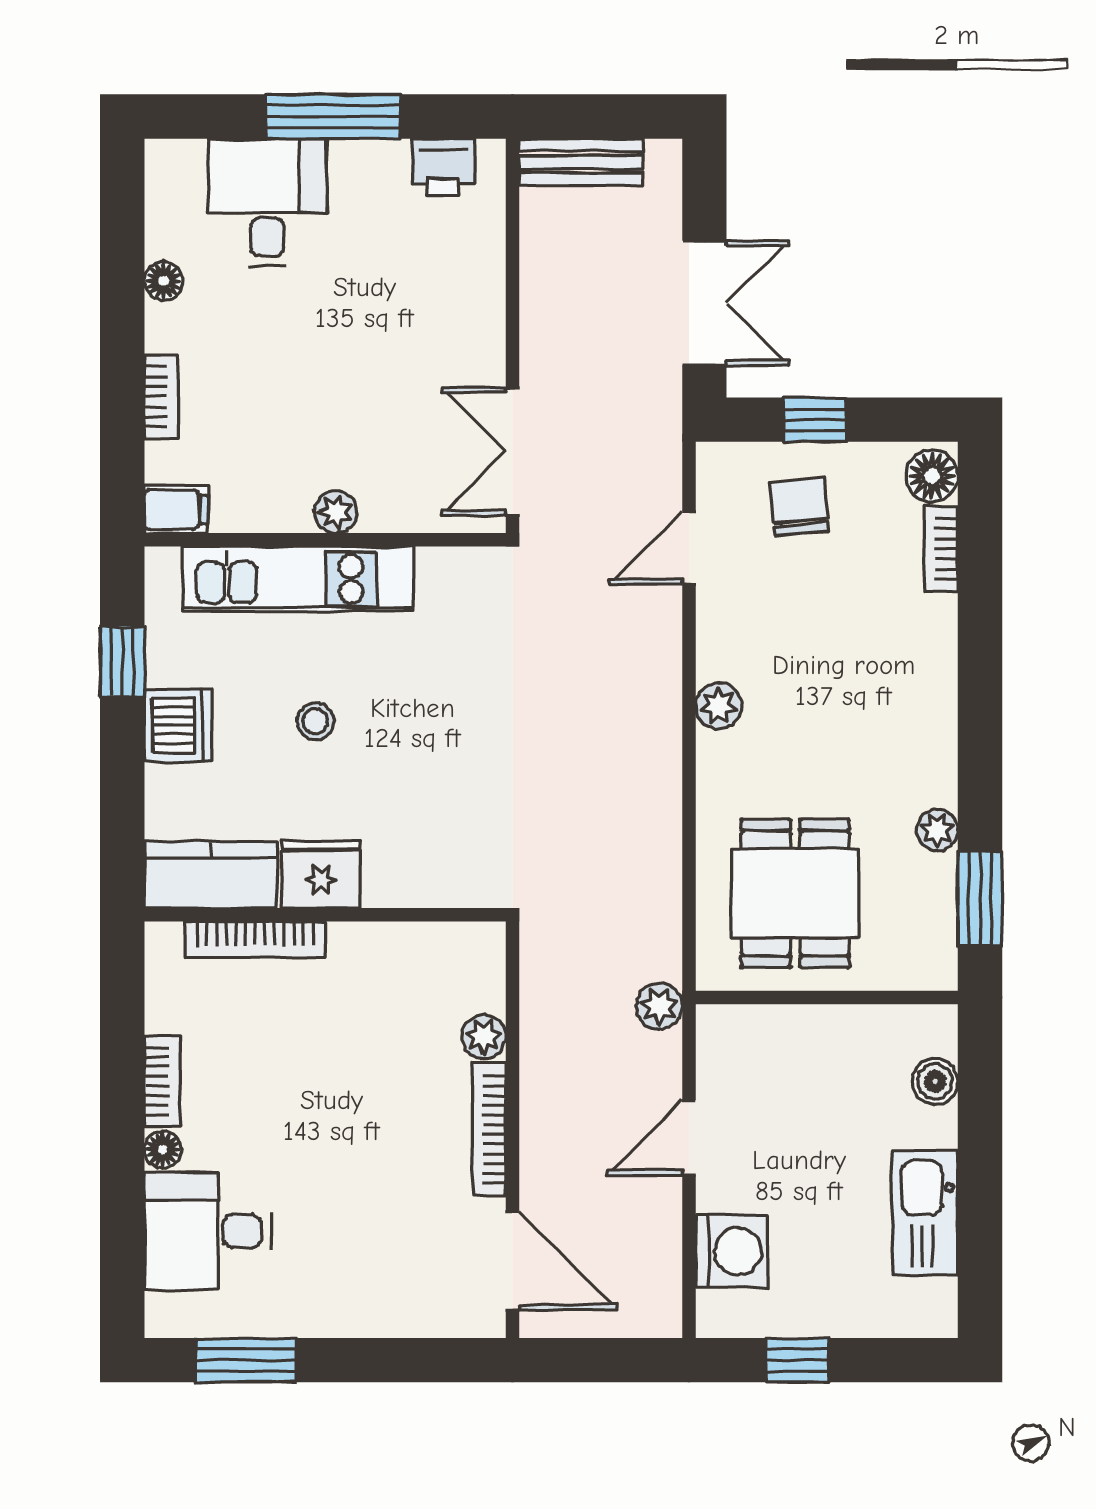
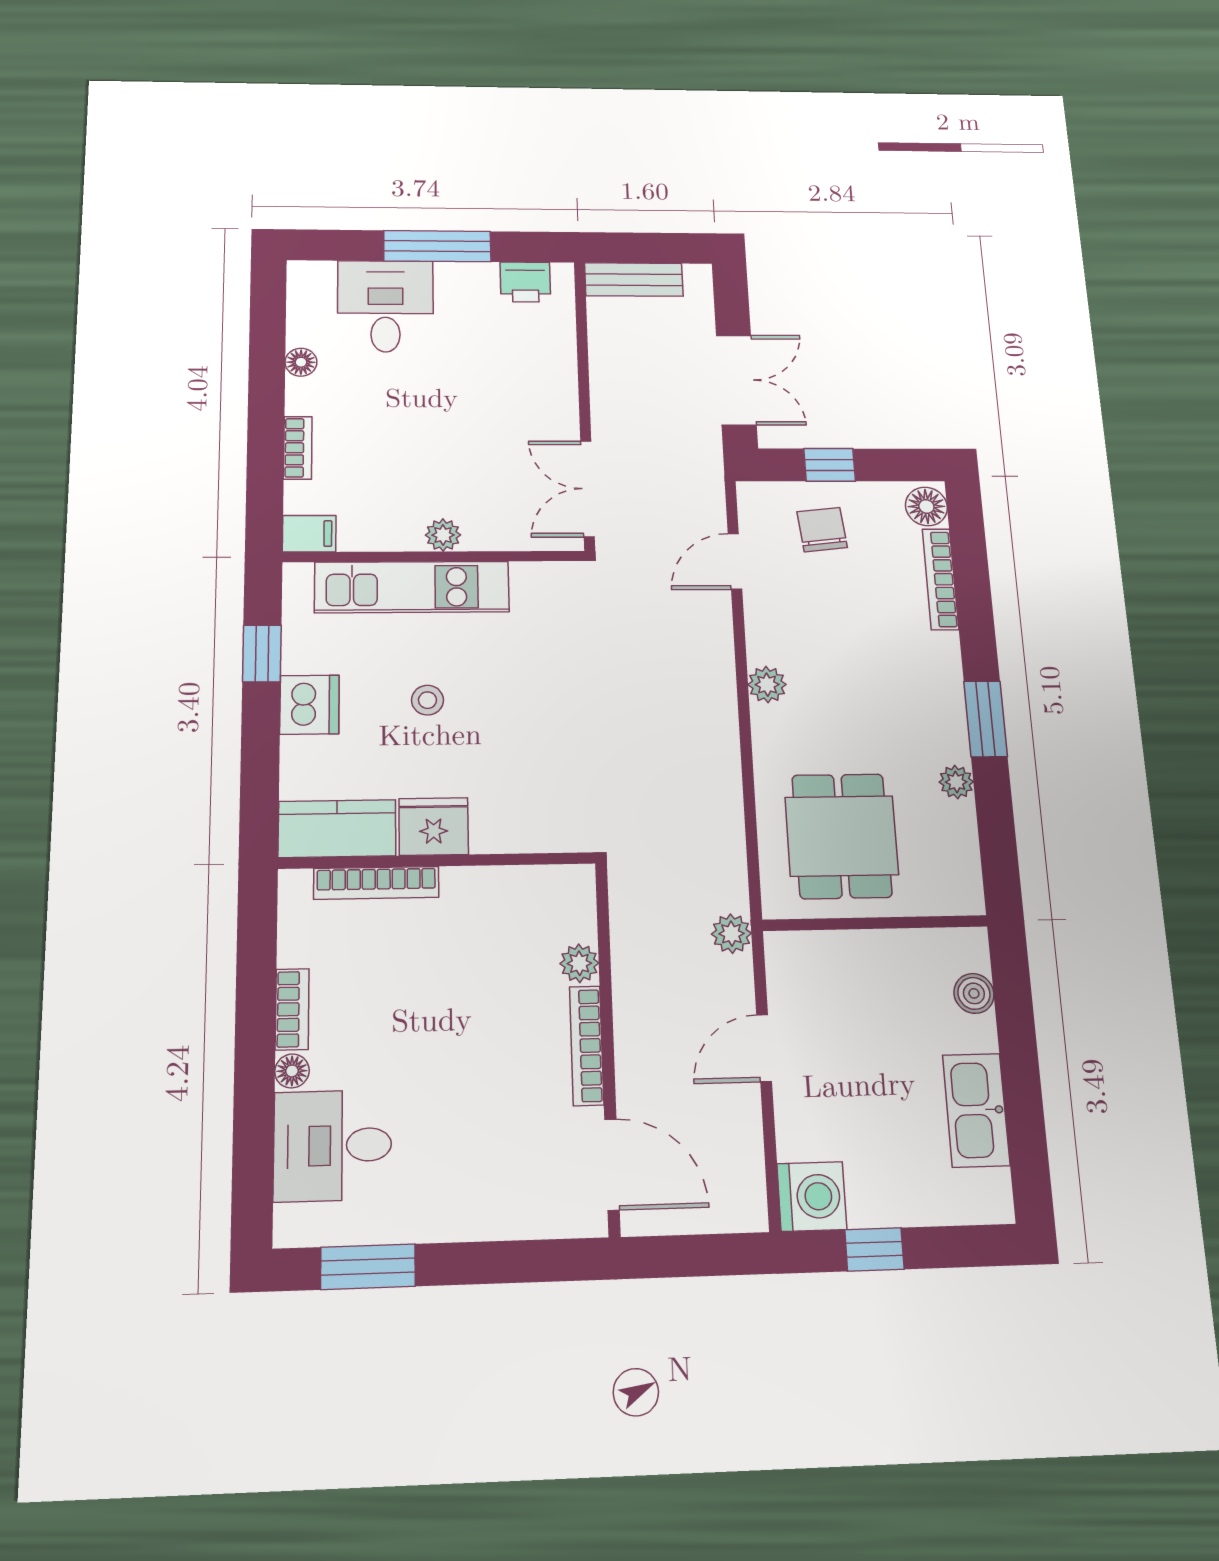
bookcase: (941, 549) -> (940, 579), width x1.56
window: (980, 899) -> (986, 719), moved
washing machine: (732, 1251) -> (812, 1196), moved

